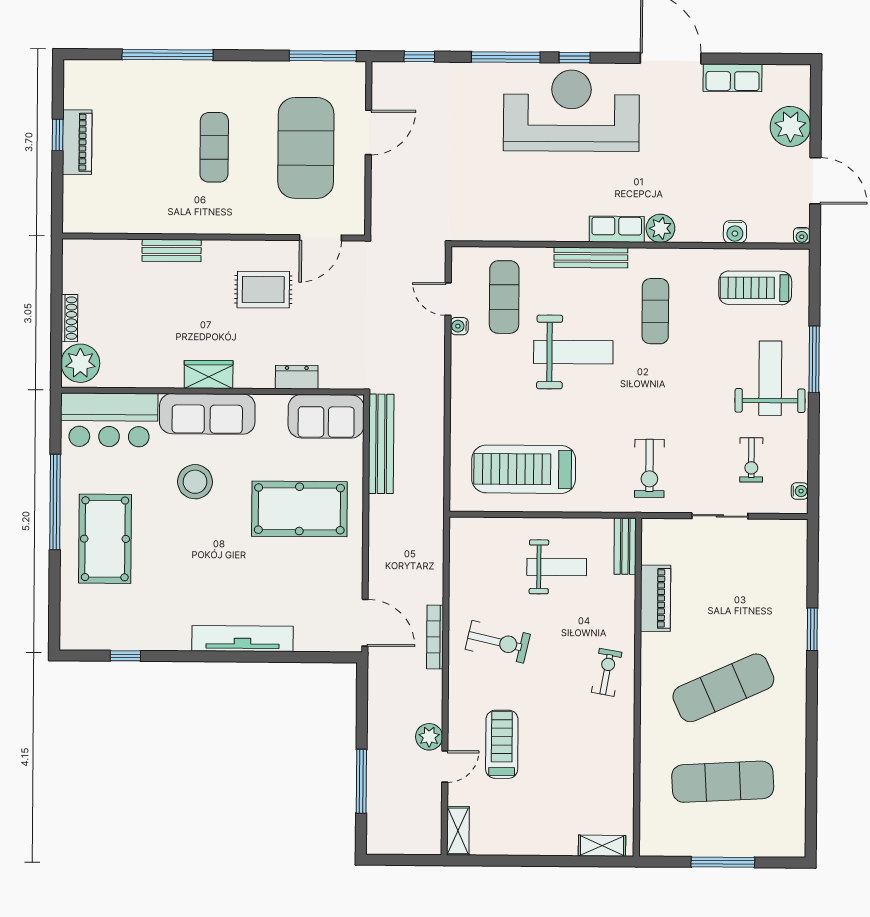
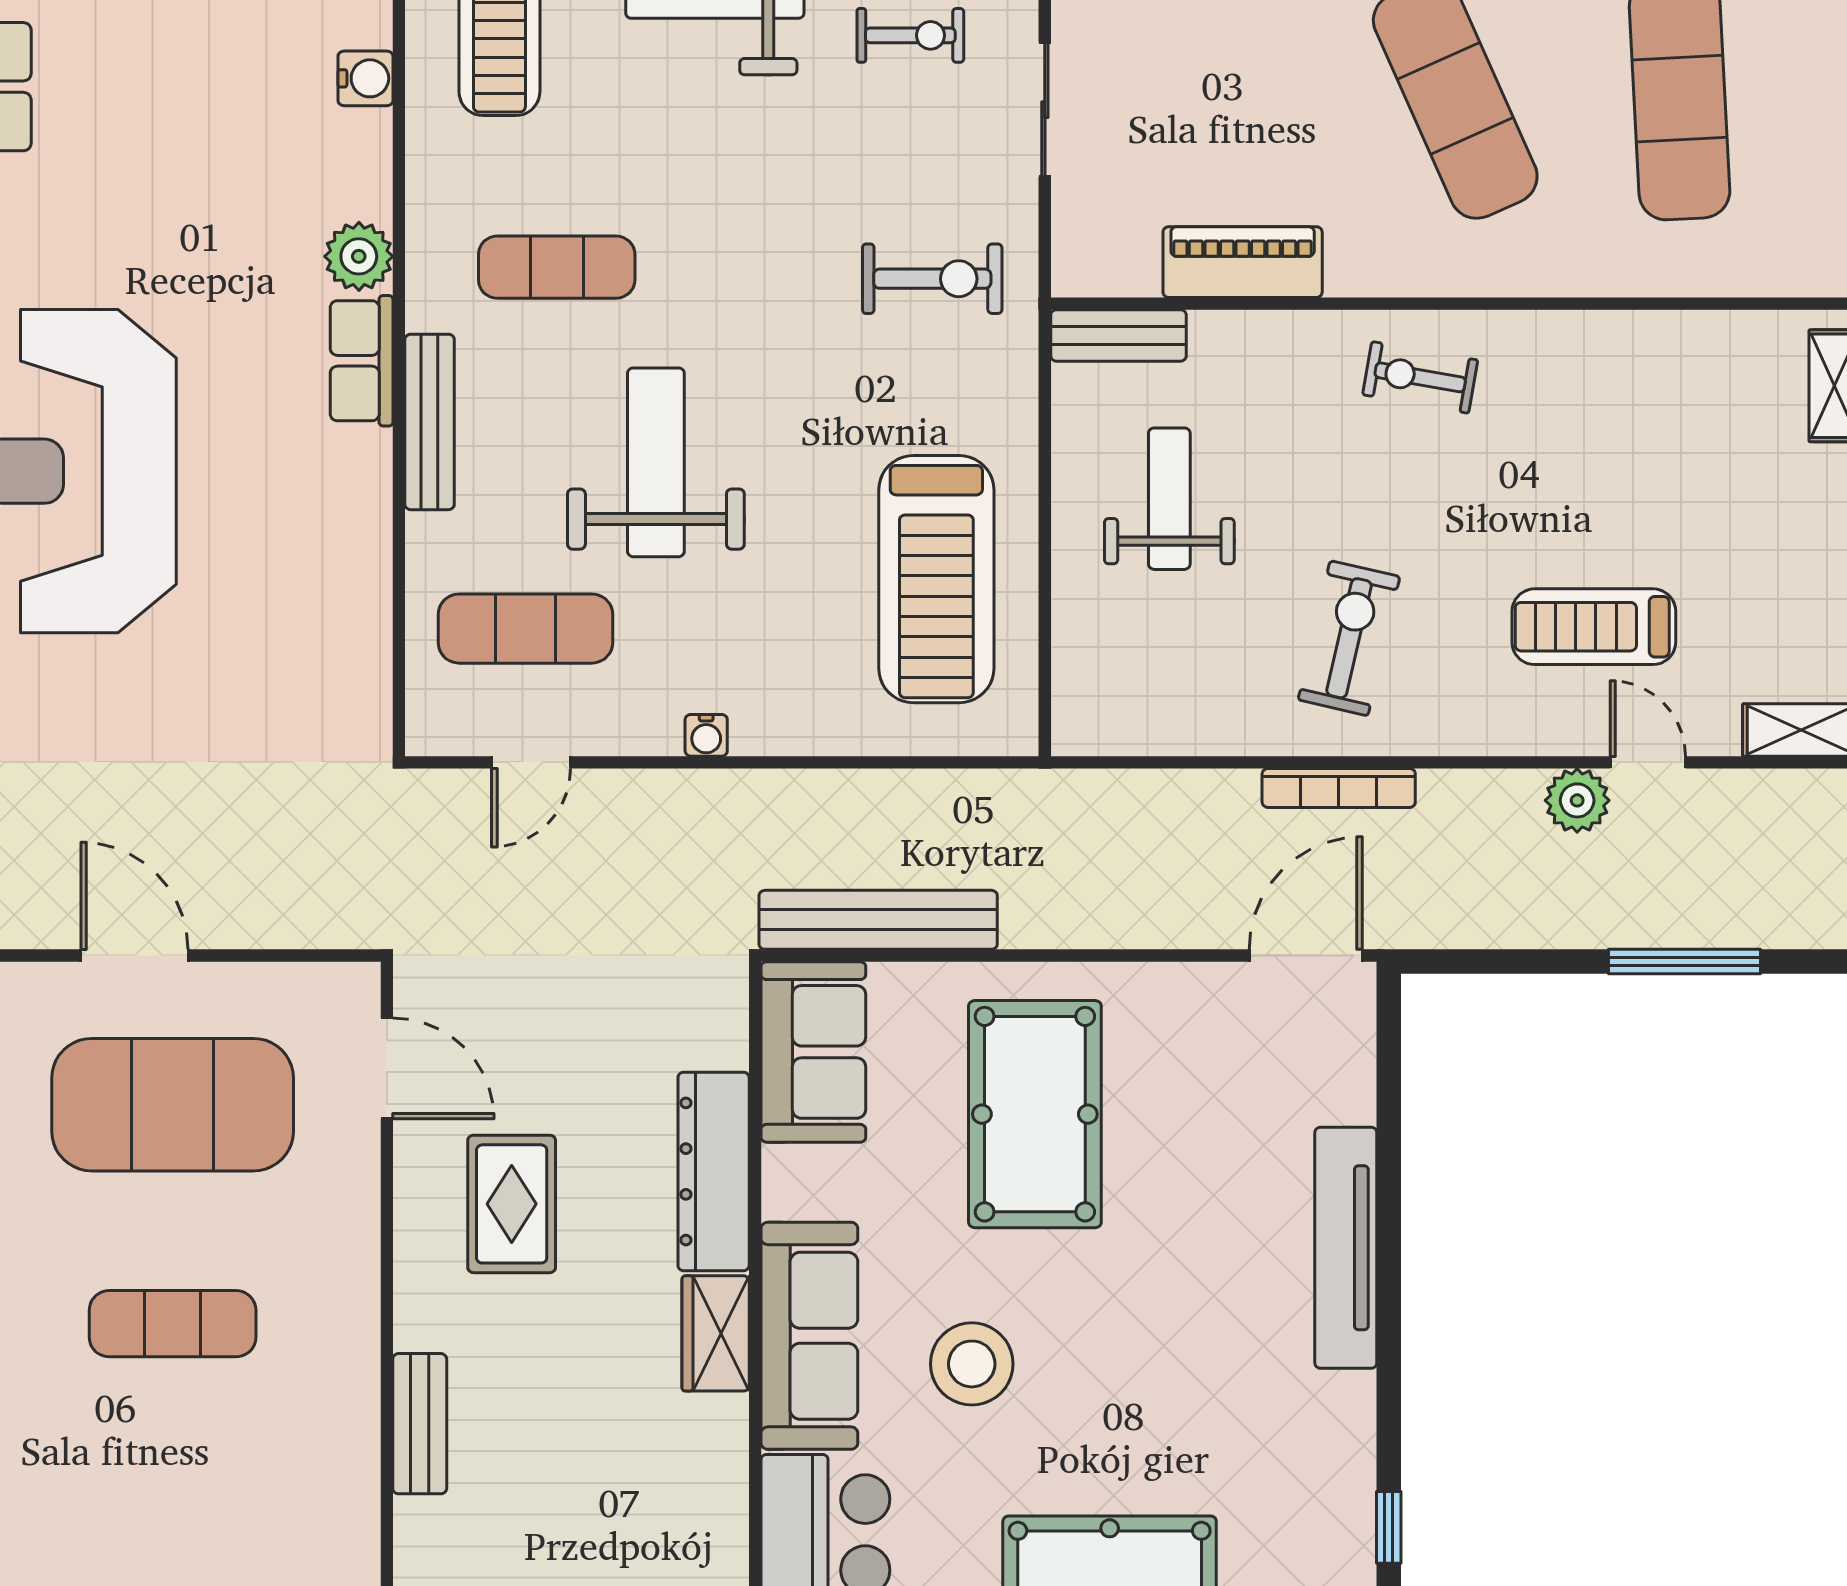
water cooler: (459, 326) -> (706, 735), moved
dresser: (297, 377) -> (714, 1171), width x1.96, depth x1.24

